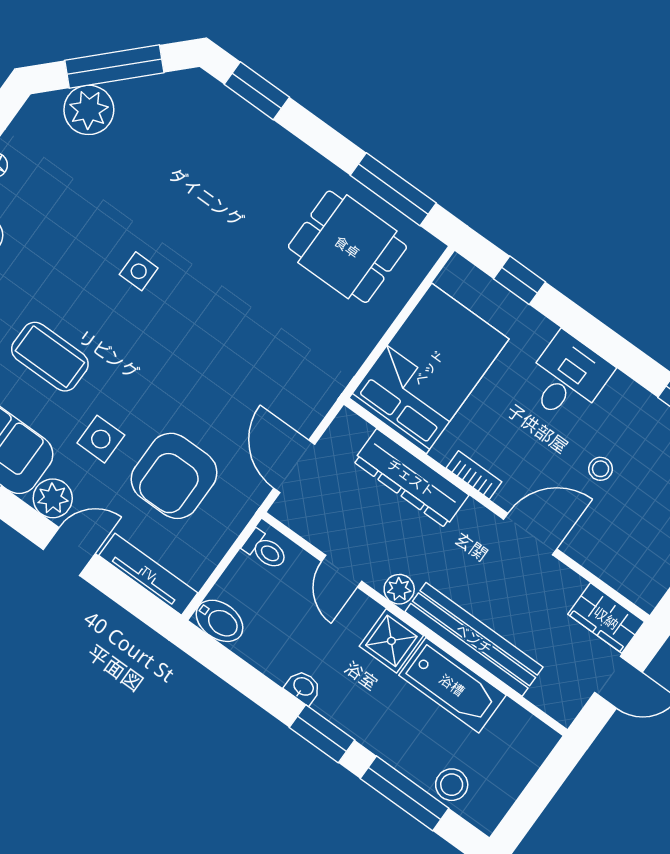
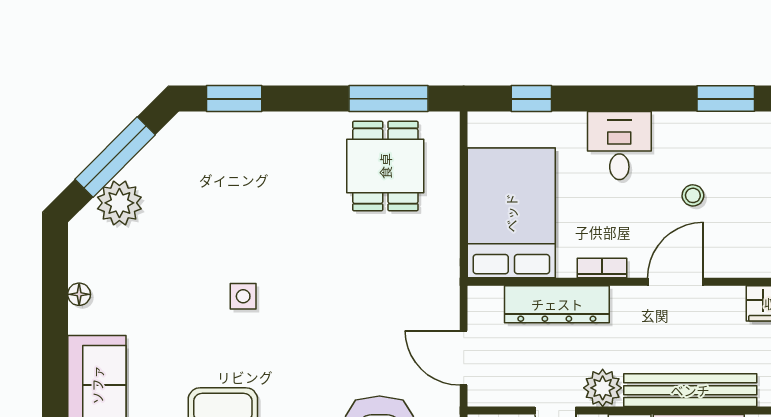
dining table: (347, 247) -> (385, 166), turned 90
plant: (399, 589) -> (603, 388), width x1.38, depth x1.38

